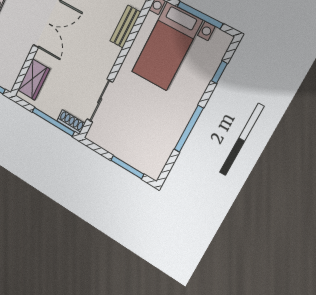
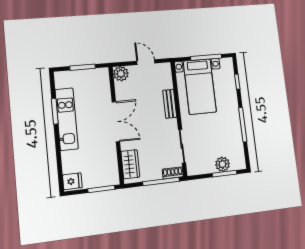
bench: (125, 27) -> (170, 104), moved
plant: (132, 155) -> (223, 164), added

